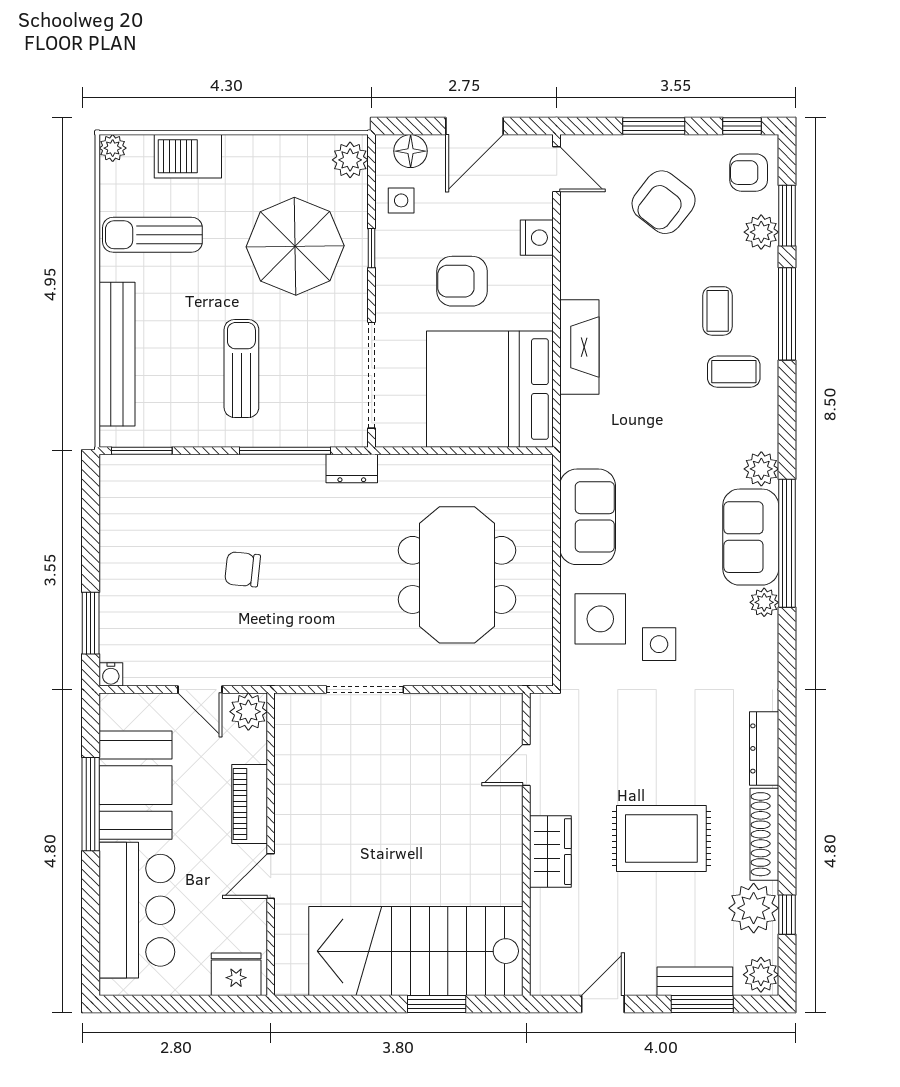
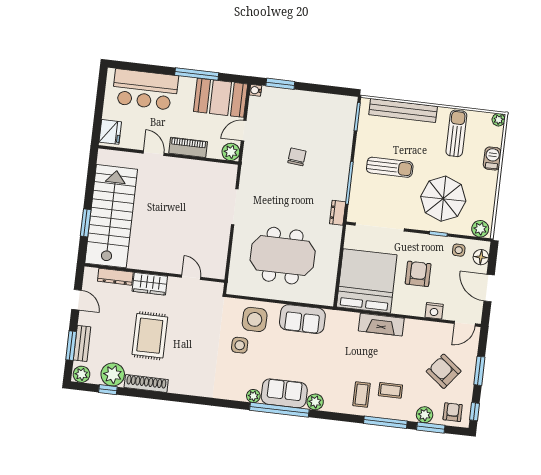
barbecue: (188, 156) -> (492, 158), width x0.73, depth x0.79
dresser: (764, 748) -> (115, 277), moved, turned 180
booth: (136, 785) -> (221, 98), moved

